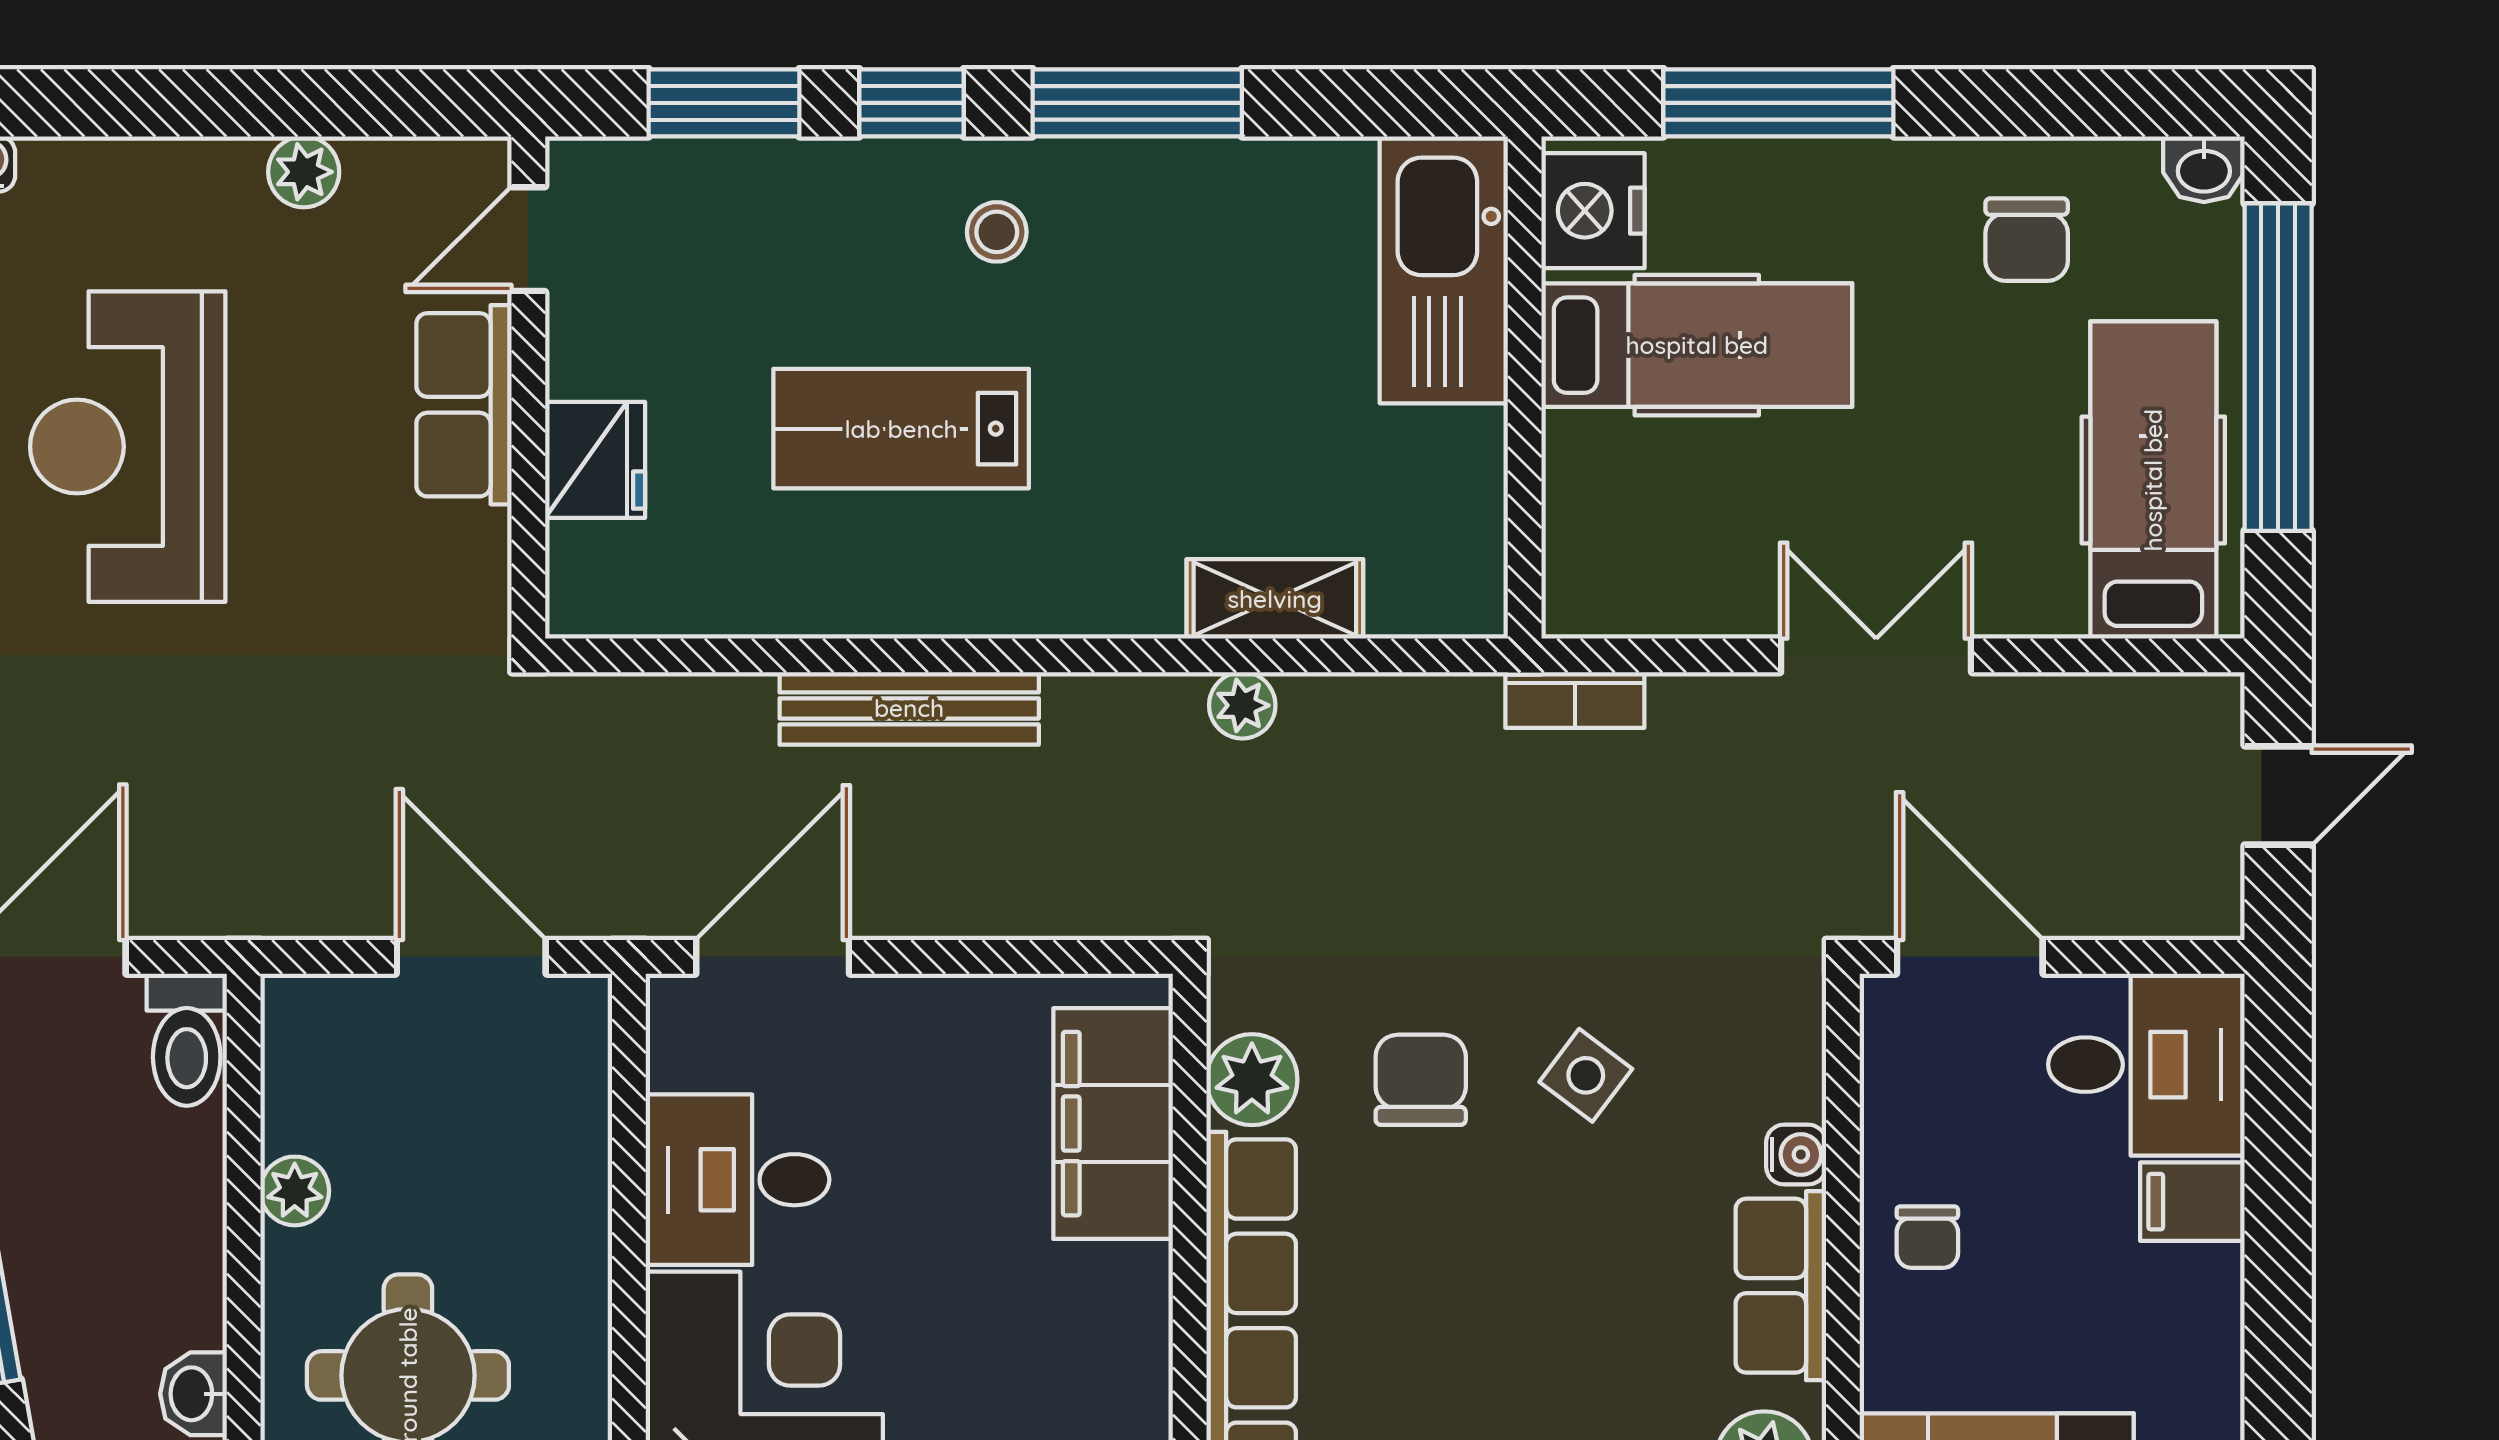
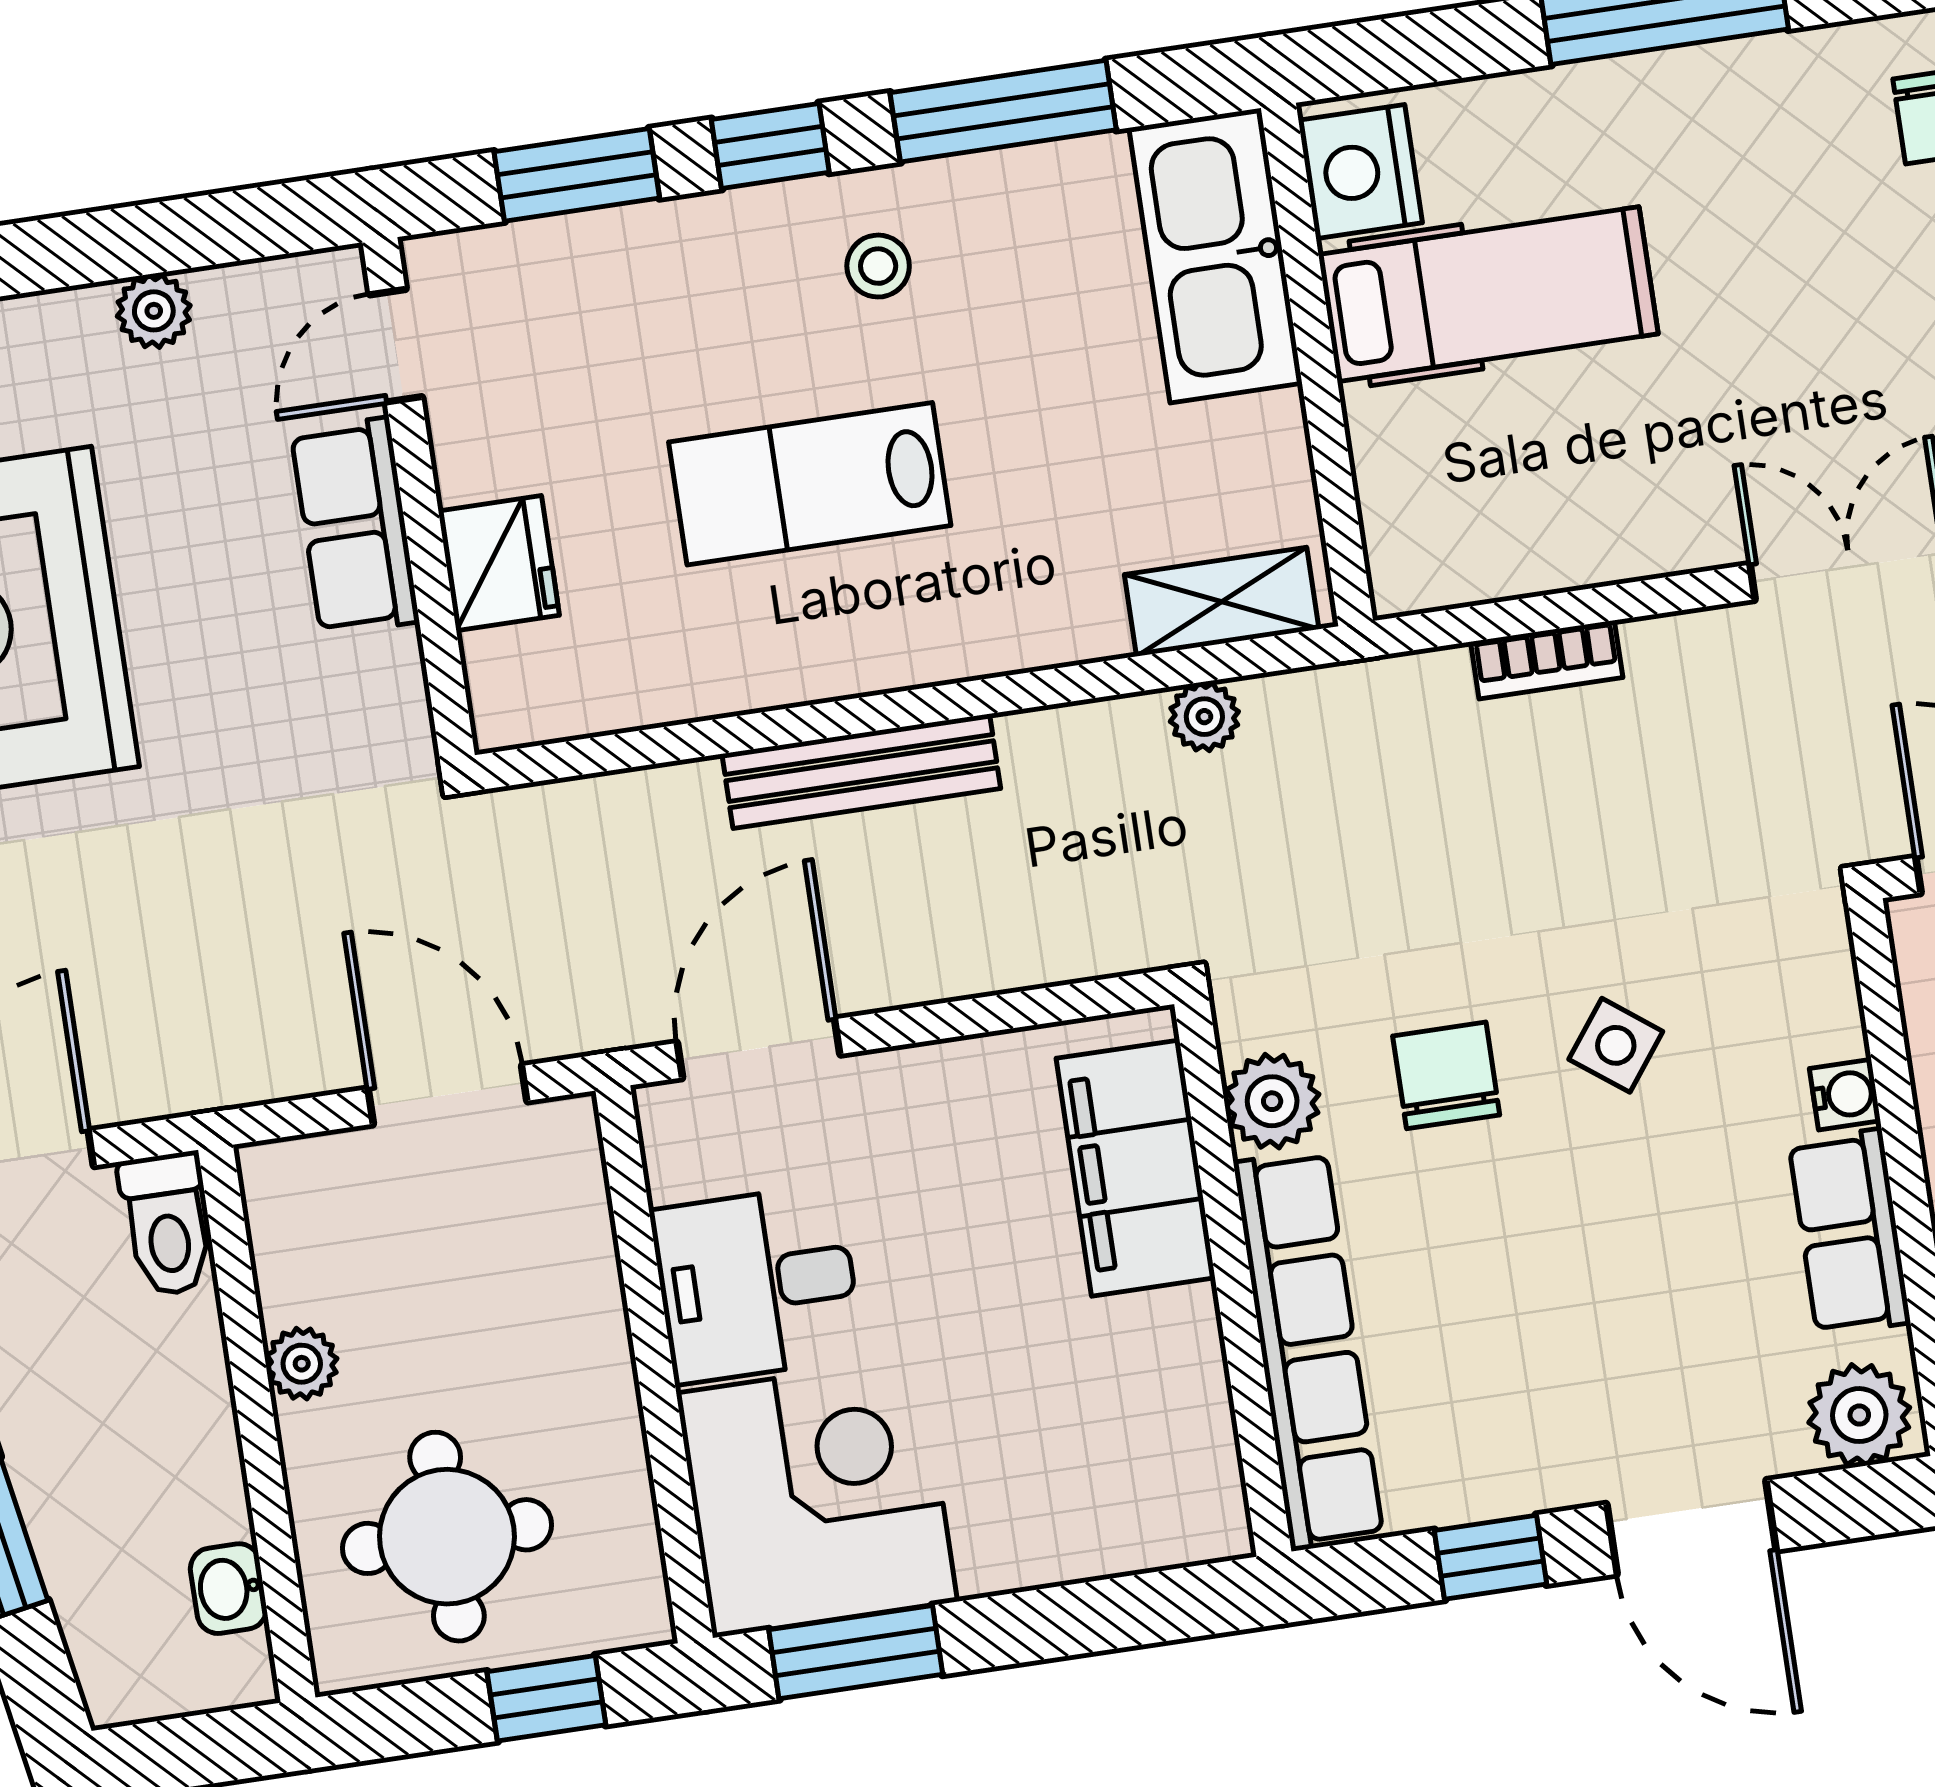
nightstand: (1593, 211) -> (1360, 172), moved
kitchen sink: (1444, 270) -> (1216, 256), moved
hospital bed: (1697, 345) -> (1488, 294), moved
wall: (1525, 387) -> (1317, 364), moved

